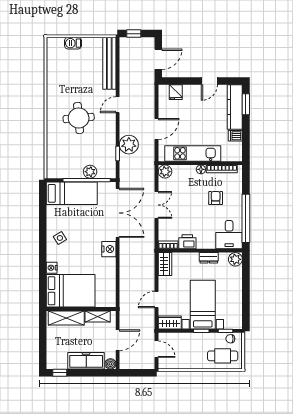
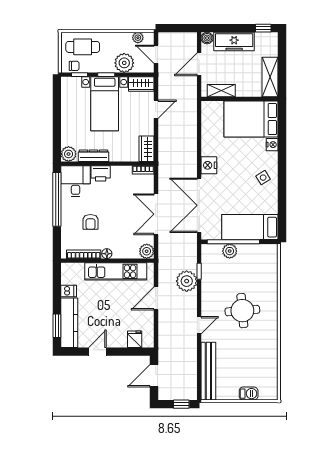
double door: (156, 205) -> (156, 214), width x1.37
printer: (187, 242) -> (101, 173), moved
dresser: (209, 258) -> (93, 156), width x1.44
shelving: (66, 318) -> (270, 77), moved, turned 90
plant: (185, 341) -> (124, 63), added
plant: (173, 364) -> (138, 38), added

